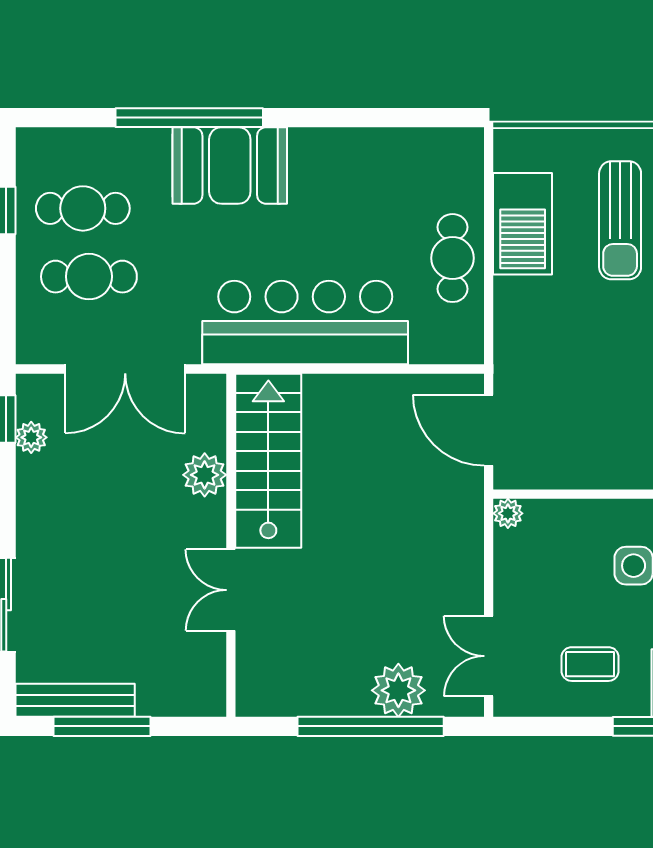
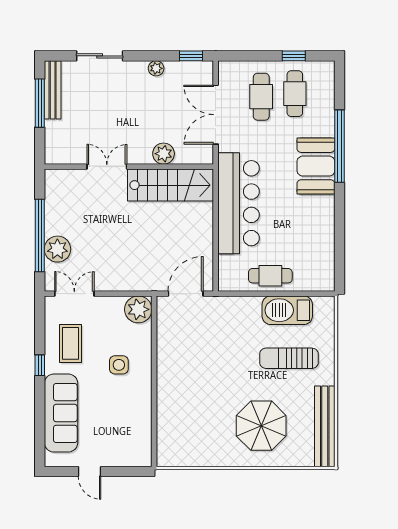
plant: (31, 437) -> (156, 68), moved
plant: (508, 513) -> (138, 309), width x1.88, depth x1.88
coffee table: (590, 664) -> (70, 343), width x1.36, depth x1.30

